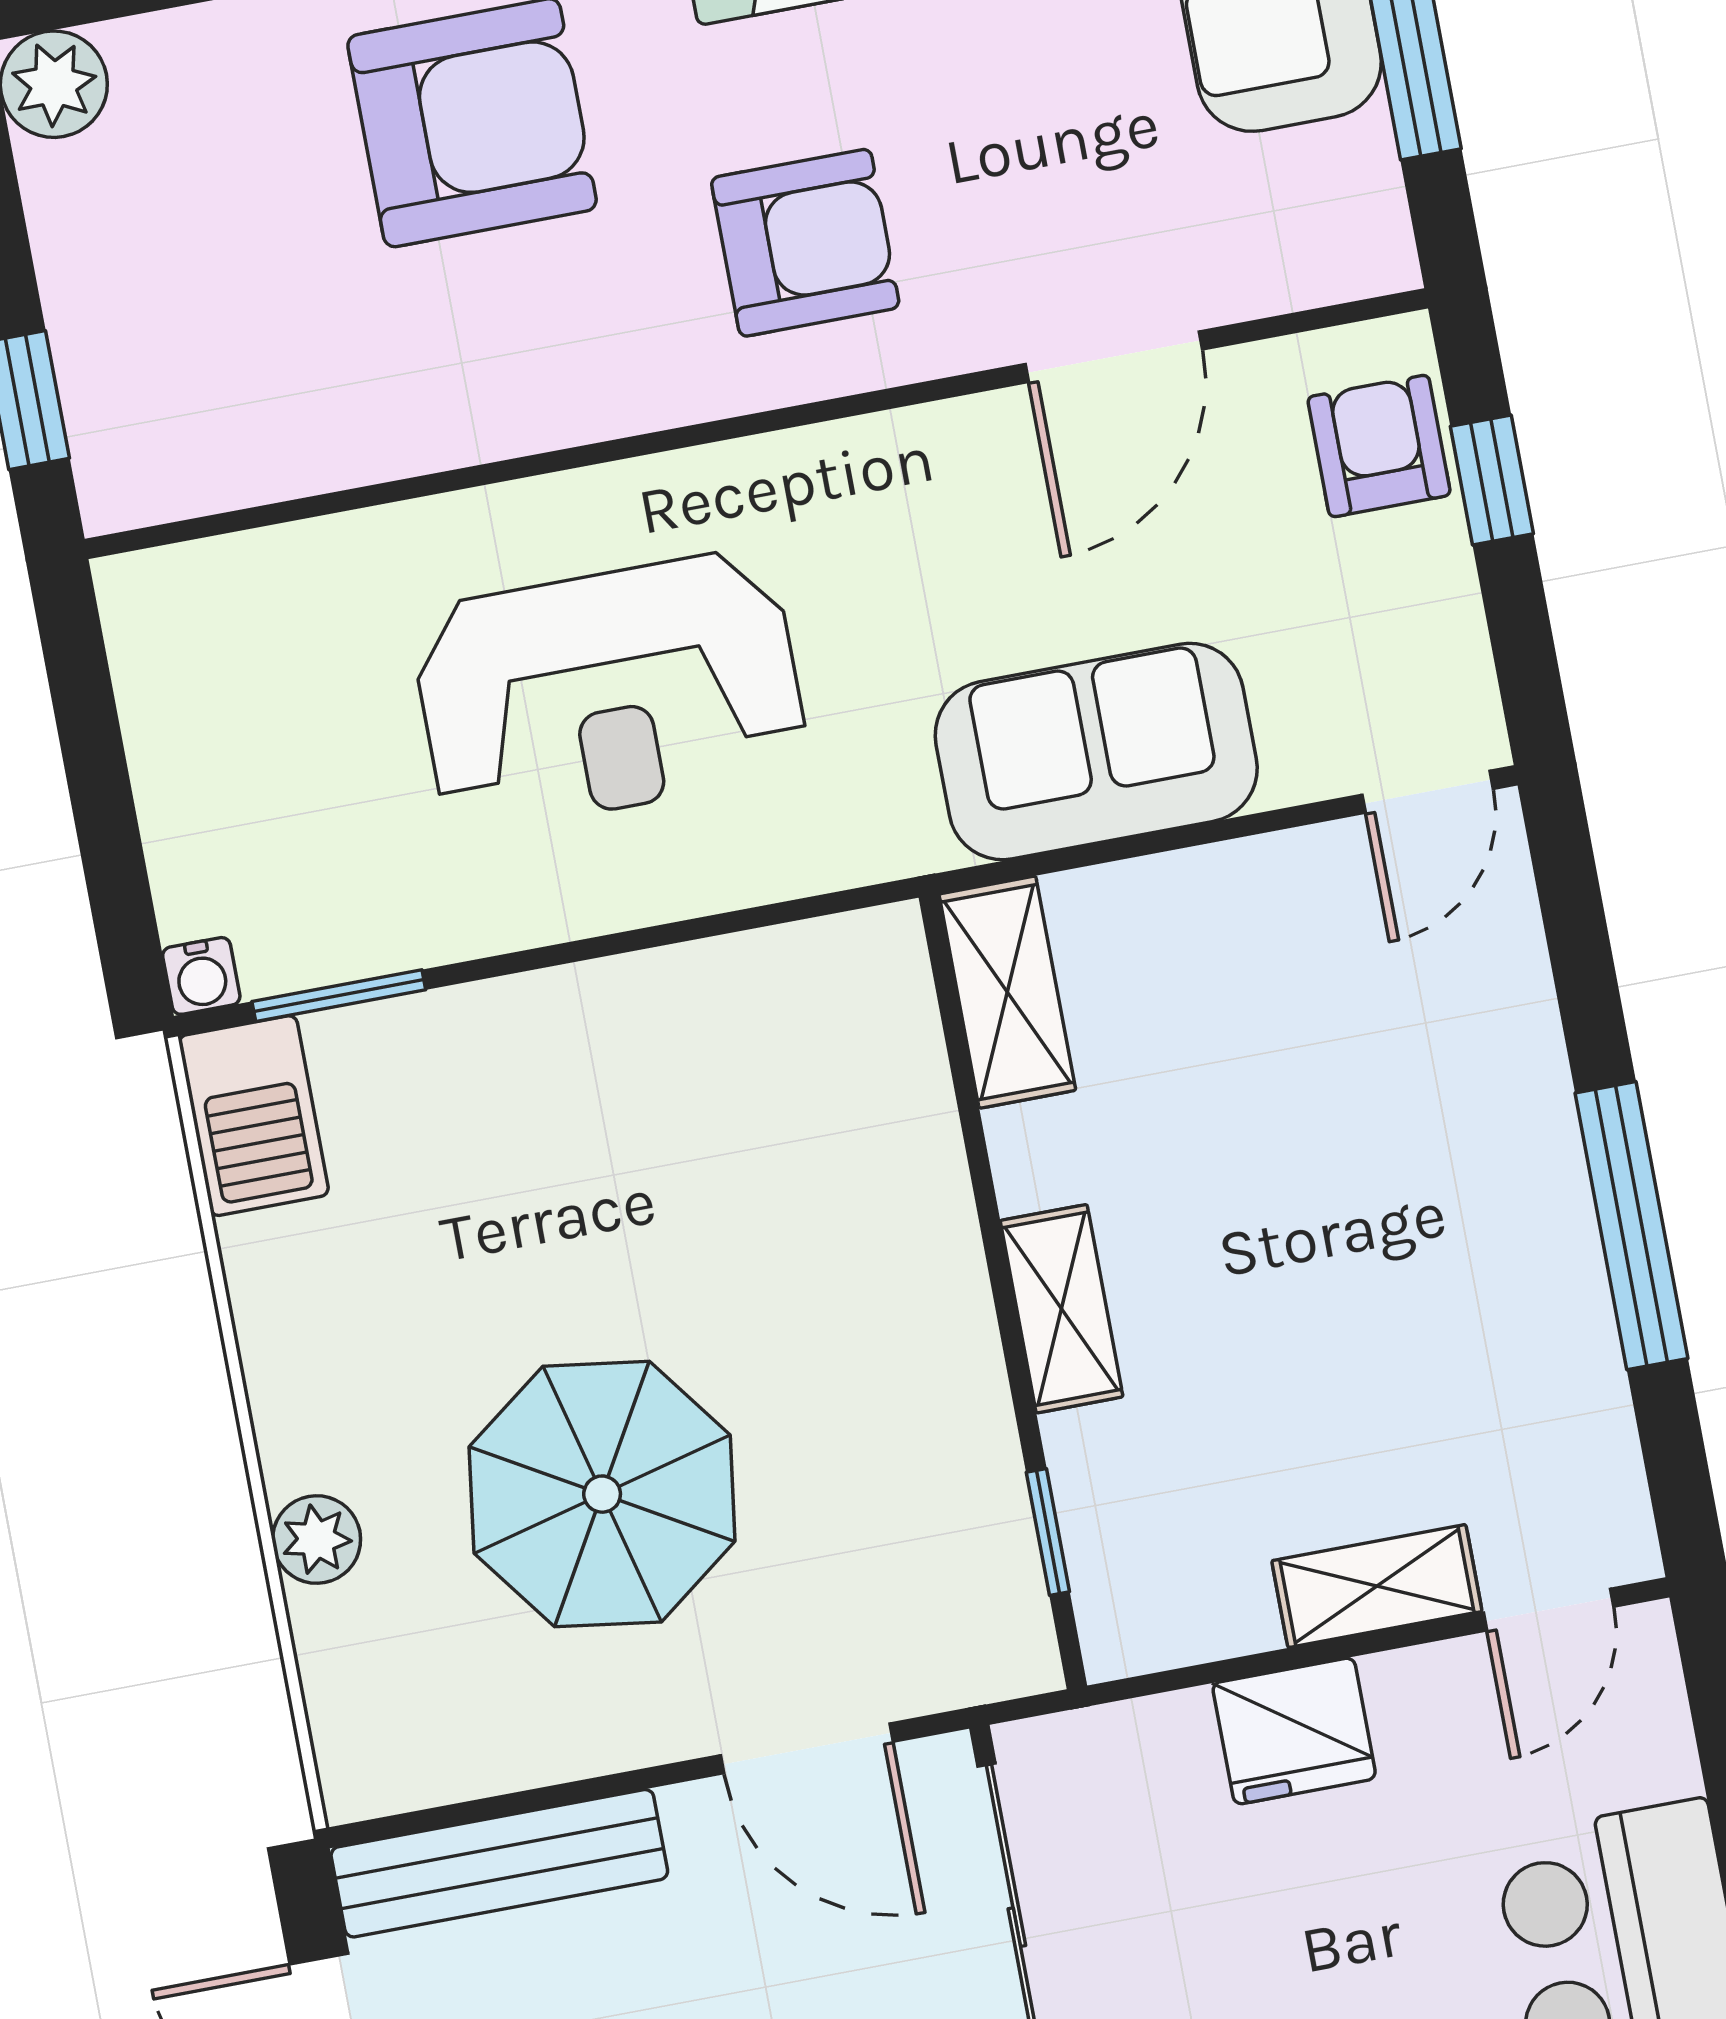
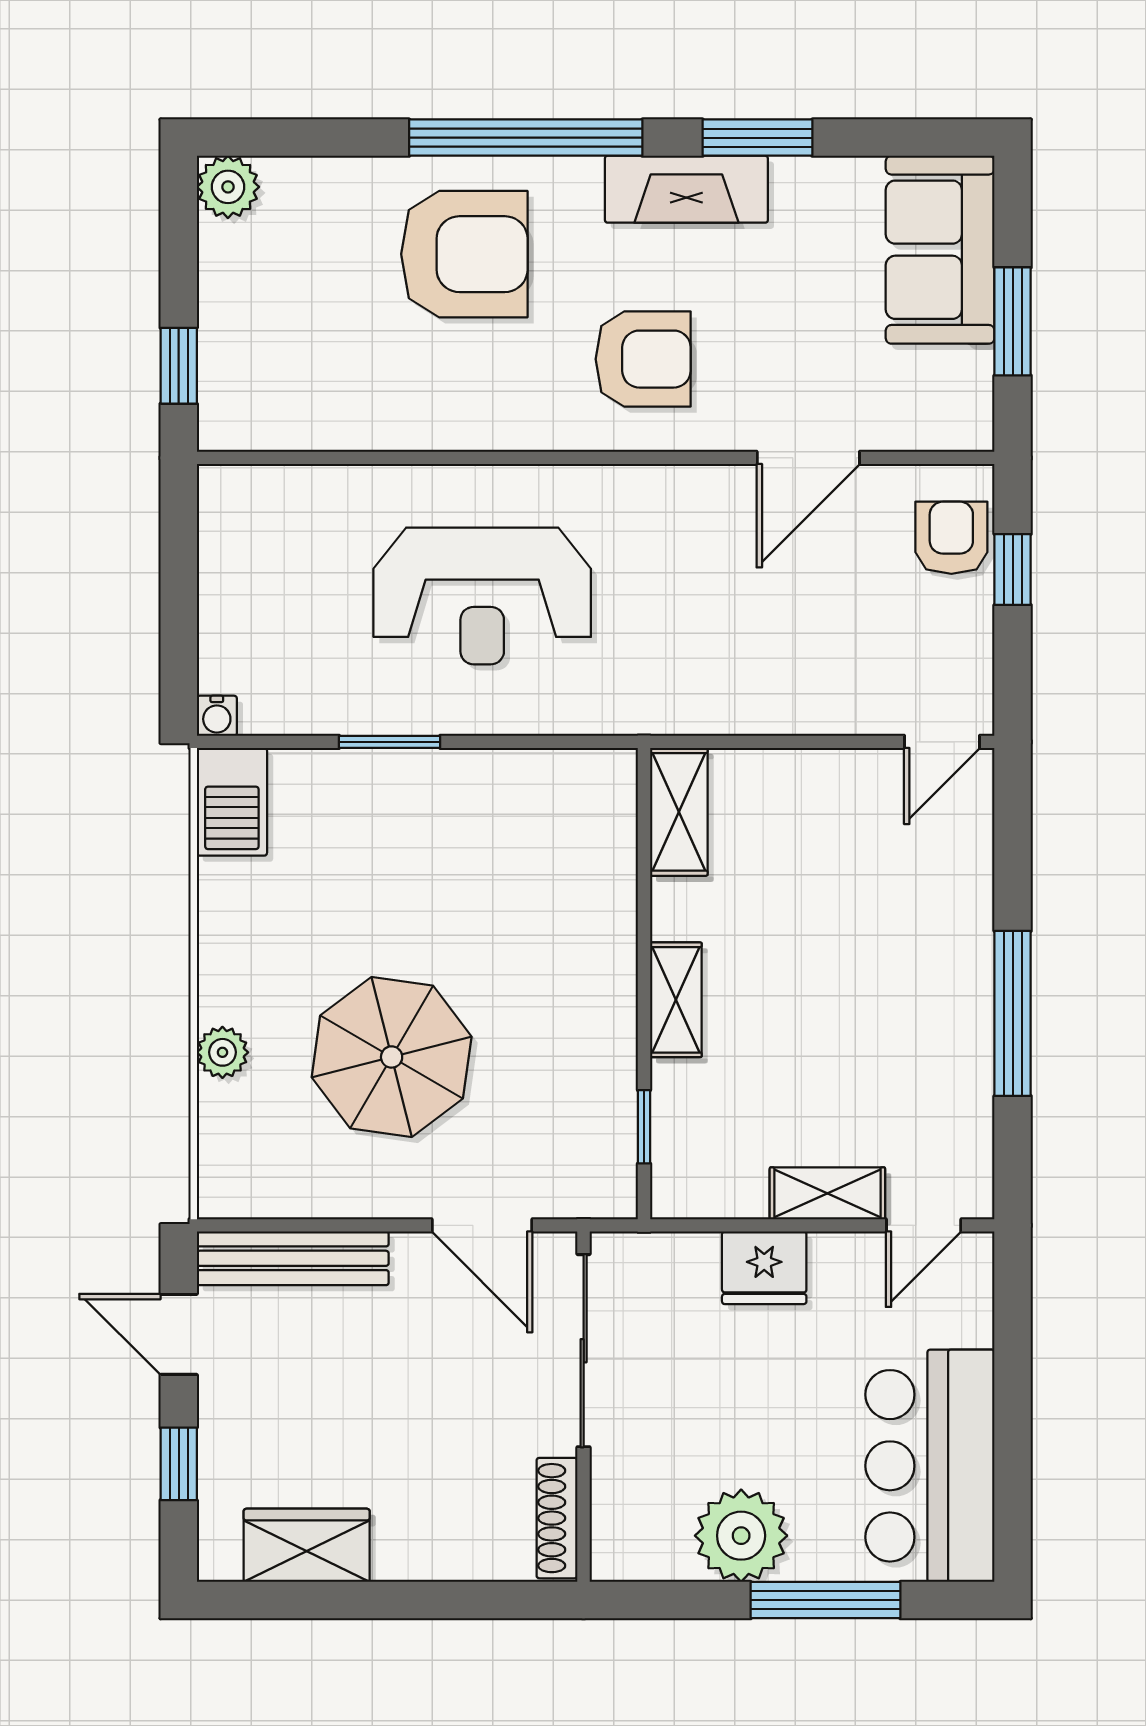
sofa: (1096, 752) -> (756, 683), removed
window: (339, 996) -> (390, 742), moved

